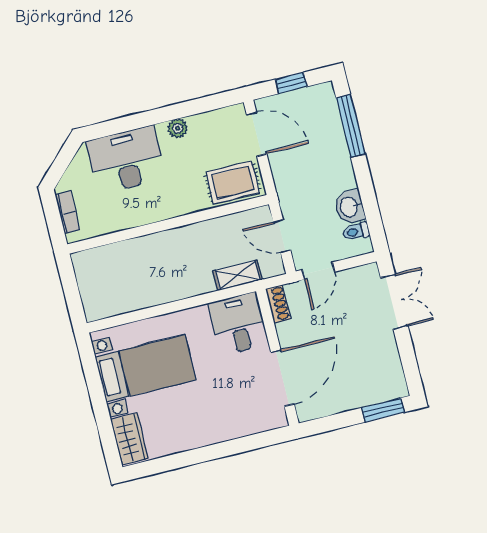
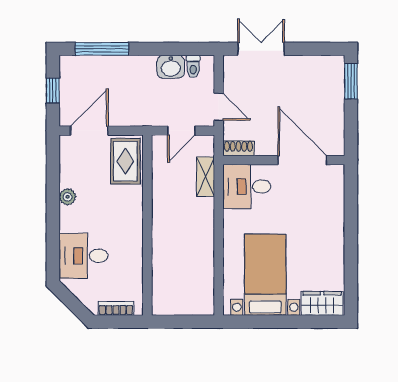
desk: (126, 160) -> (84, 256), width x0.73

